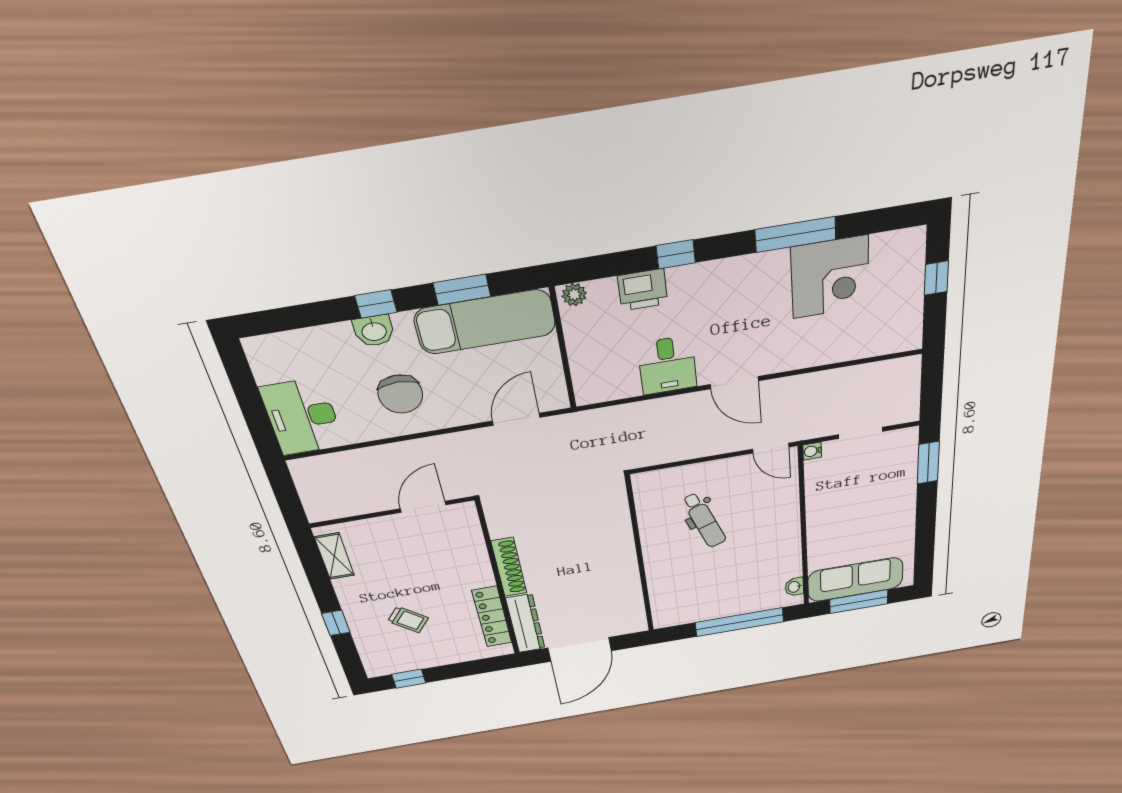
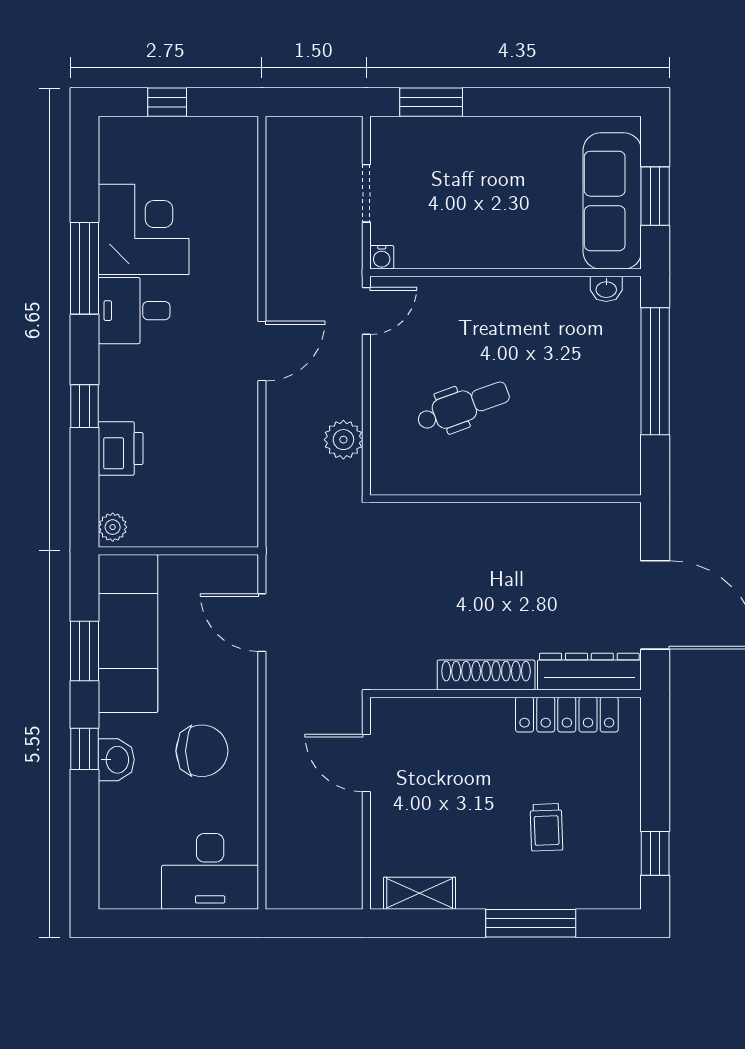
desk: (667, 365) -> (134, 311), moved, turned 180
plant: (670, 450) -> (343, 440), added
window: (859, 602) -> (655, 196), width x0.69
trolley: (408, 620) -> (546, 827), turned 139
window: (336, 623) -> (531, 923), width x2.17

